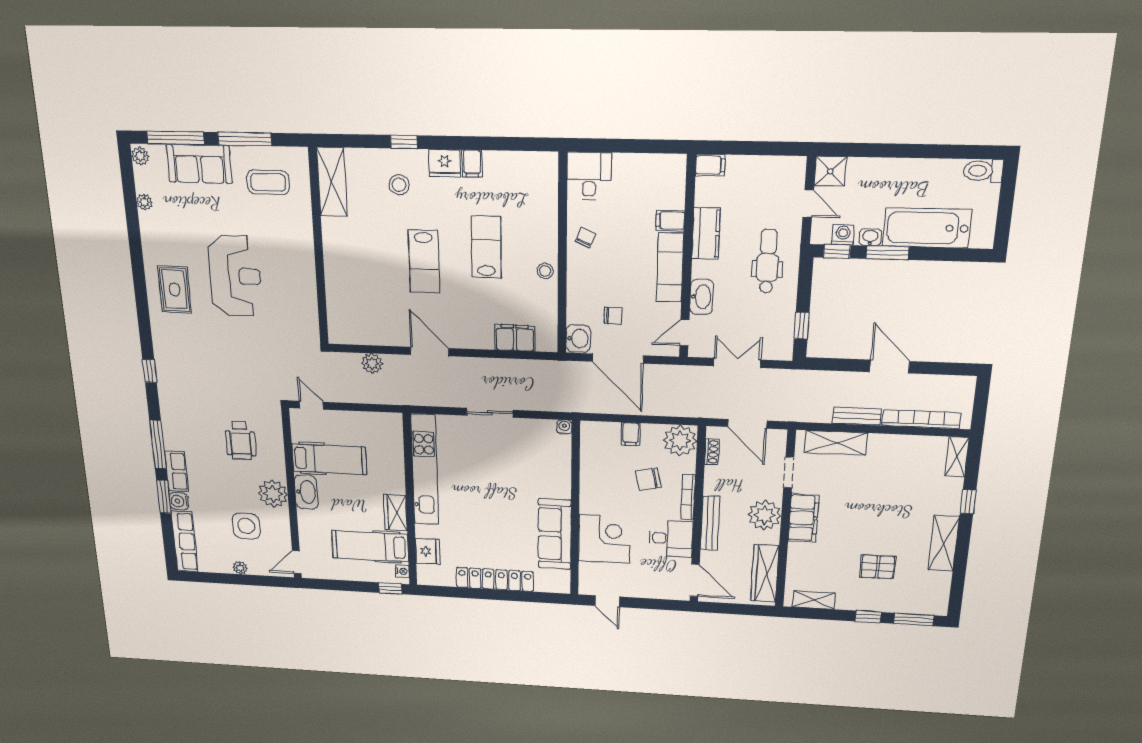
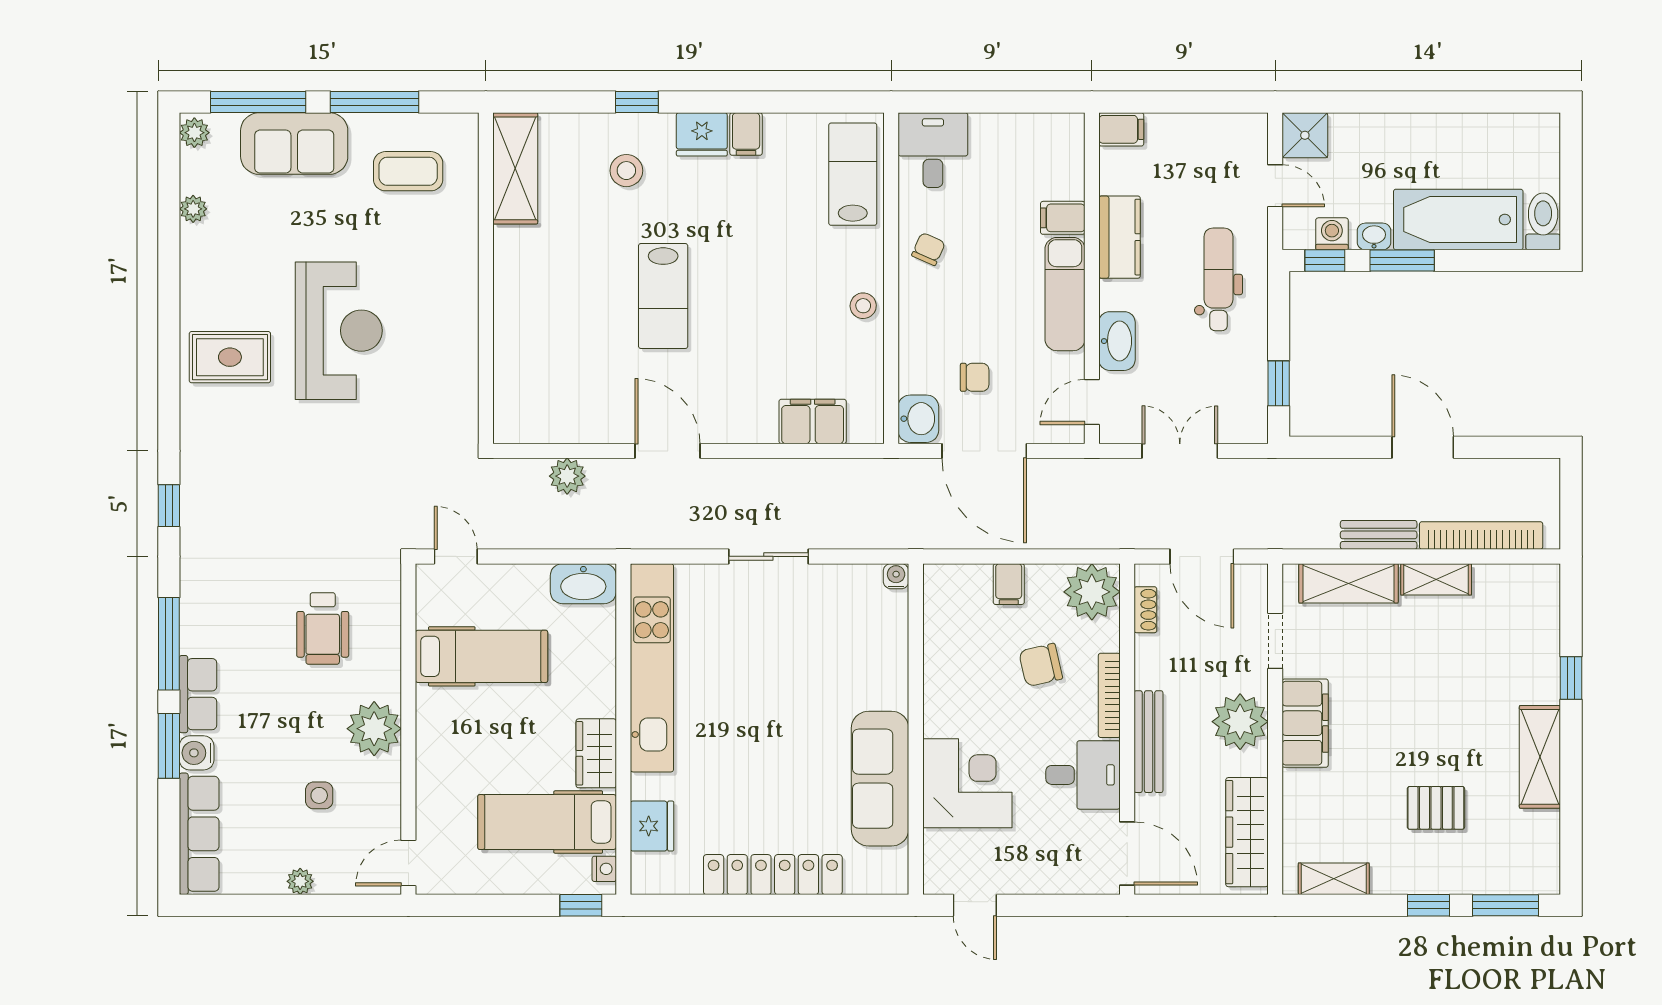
toilet: (983, 171) -> (1543, 221), moved, turned 90
lab bench: (486, 247) -> (853, 174), moved
rug: (175, 290) -> (230, 357), turned 90
shelving: (957, 457) -> (1436, 579), moved, turned 90
washbasin: (306, 492) -> (583, 584), moved, turned 90
side table: (246, 526) -> (319, 795), width x0.54, depth x0.54

